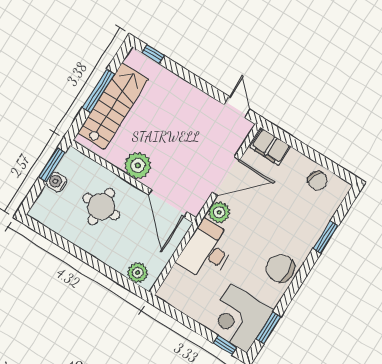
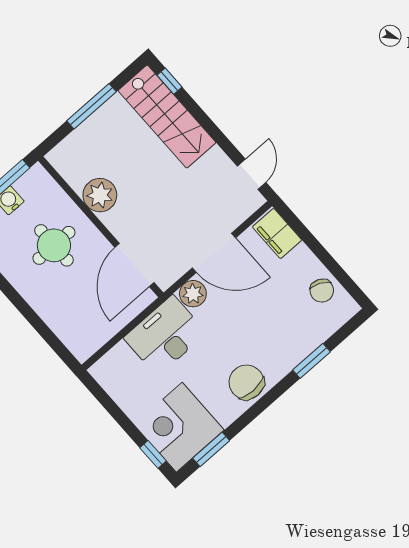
stairs: (113, 106) -> (167, 117), moved, turned 90
plant: (138, 165) -> (100, 195), moved
plant: (138, 273) -> (74, 337), removed

